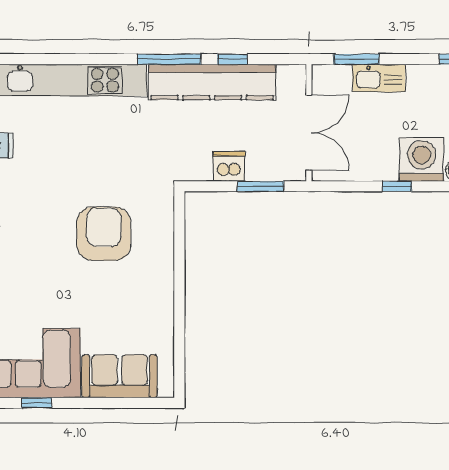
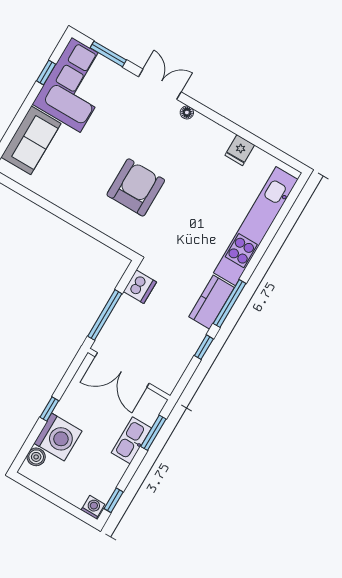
kitchen counter: (212, 82) -> (212, 302), width x0.48, depth x0.86
dishwasher: (229, 166) -> (140, 287), moved
window: (261, 186) -> (105, 315), width x1.44
armchair: (104, 234) -> (136, 187), turned -90

